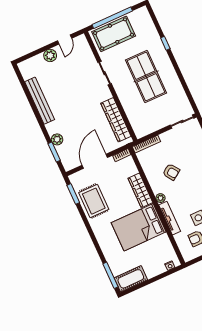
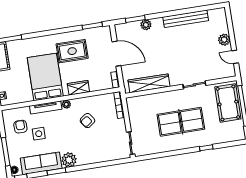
wardrobe: (140, 190) -> (78, 88), width x0.67
rug: (94, 201) -> (72, 51), moved

